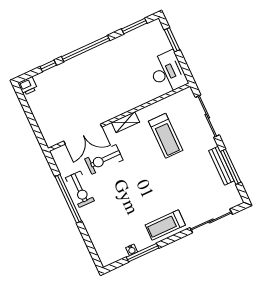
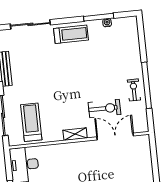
treadmill: (166, 136) -> (31, 122), moved
exercise bike: (80, 189) -> (134, 90), width x0.73, depth x0.72

